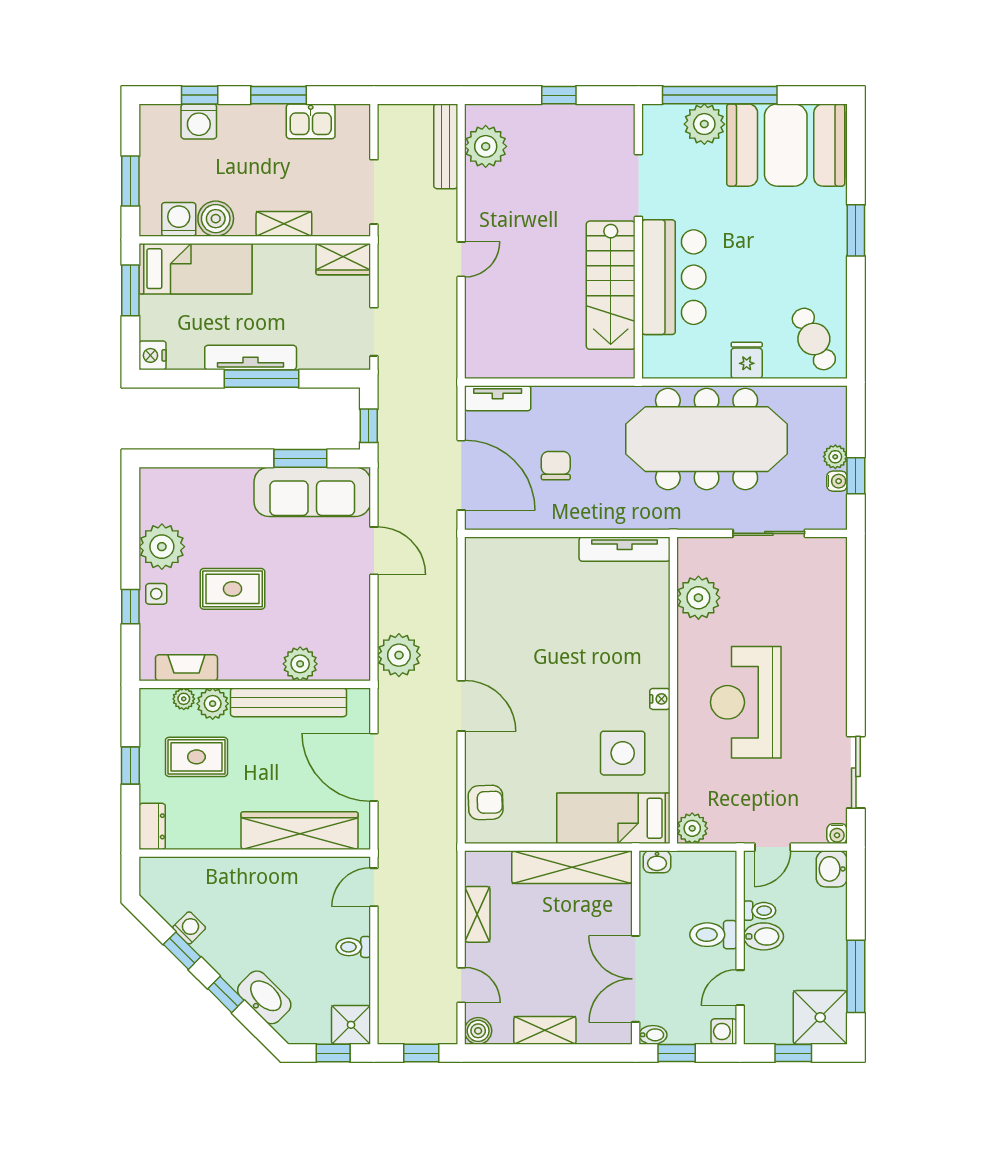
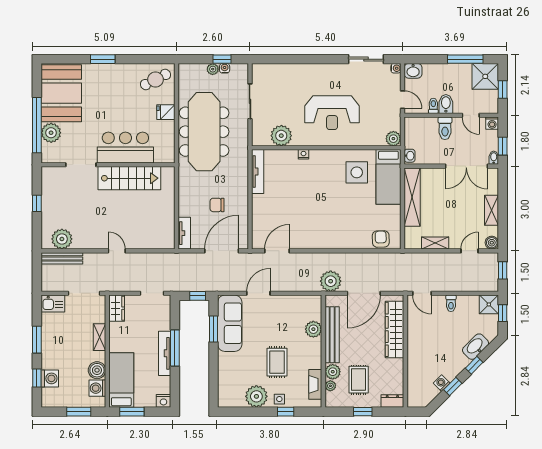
kitchen sink: (311, 121) -> (53, 304), moved, turned 90
plant: (399, 655) -> (331, 281), moved
nightstand: (660, 699) -> (303, 154), moved
door: (461, 706) -> (277, 251), moved

